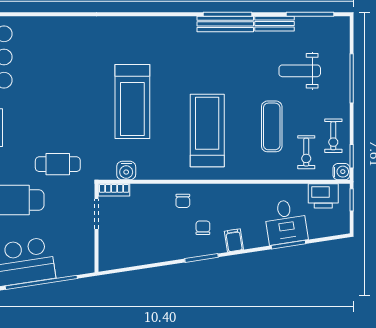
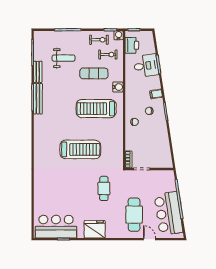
weight bench: (300, 71) -> (64, 58), turned -90
cafe table: (58, 164) -> (104, 188), moved
water cooler: (126, 171) -> (118, 87), moved

